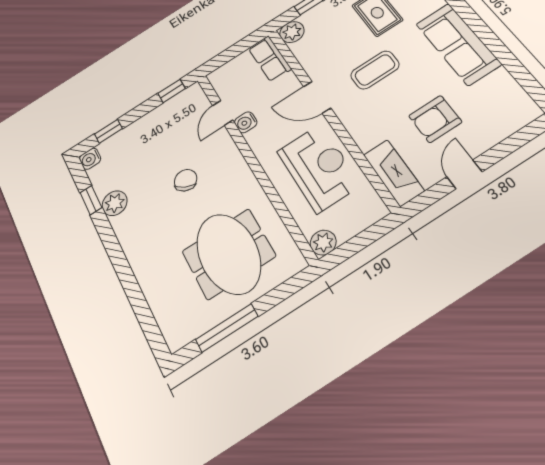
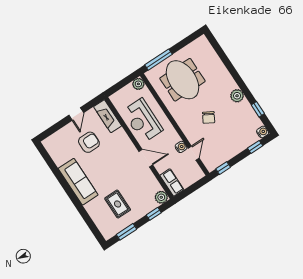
coffee table: (375, 70) -> (118, 171), removed
plant: (115, 203) -> (237, 96), moved
window: (227, 328) -> (159, 60), moved

